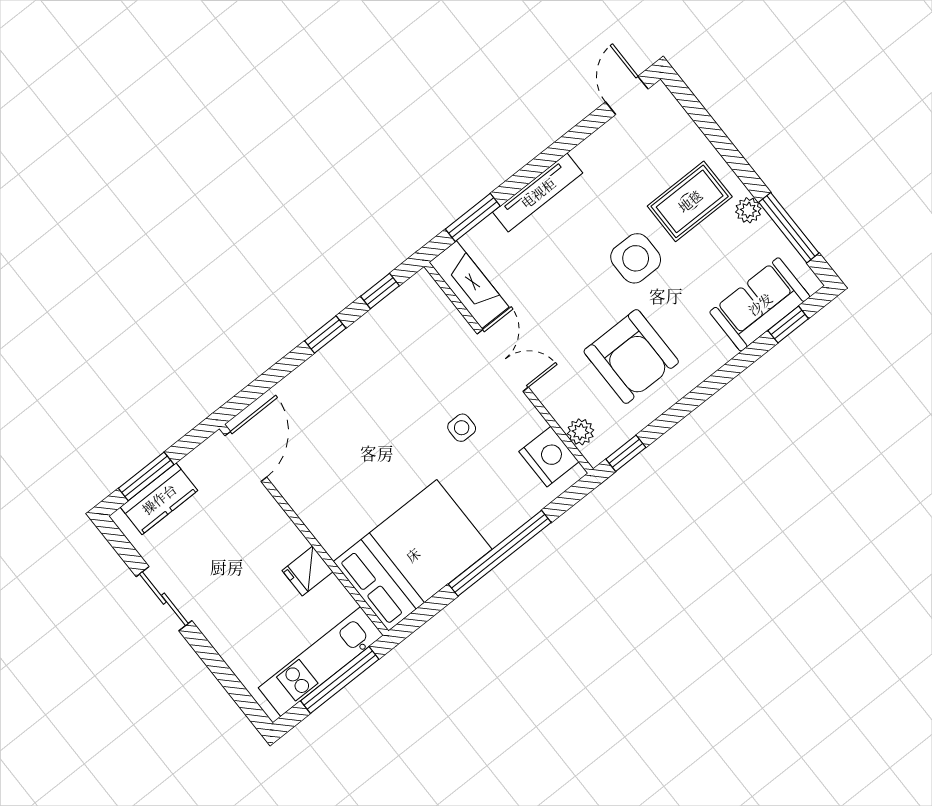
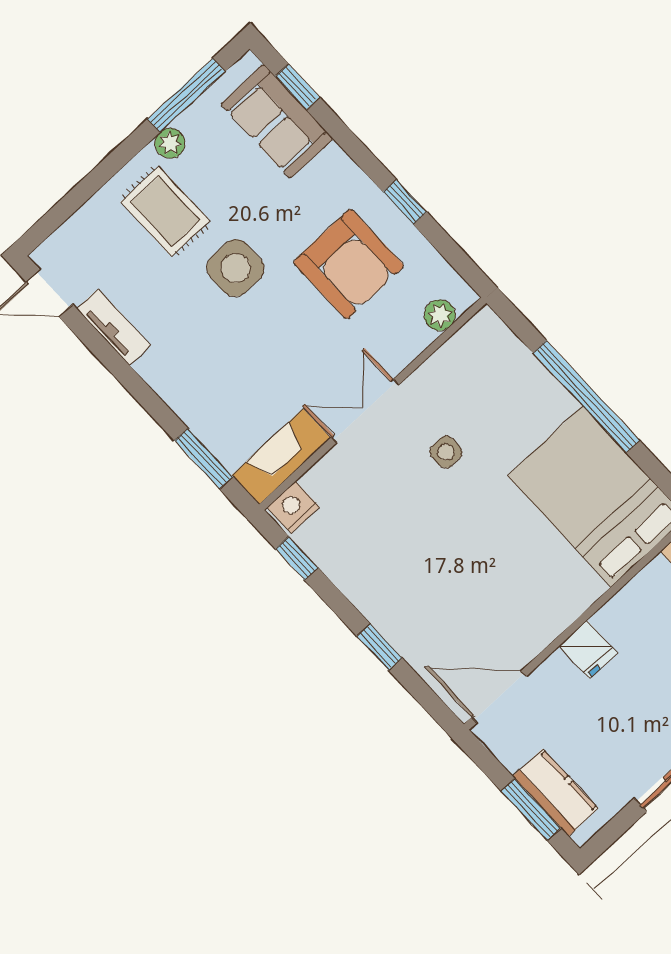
tv unit: (538, 193) -> (114, 327), moved, width x0.71
window: (325, 334) -> (379, 647), moved
armchair: (631, 357) -> (349, 264), turned 90
window: (626, 453) -> (405, 202), moved
nightstand: (549, 457) -> (293, 507), moved, width x0.74, depth x0.75
fridge: (308, 571) -> (588, 649), moved

